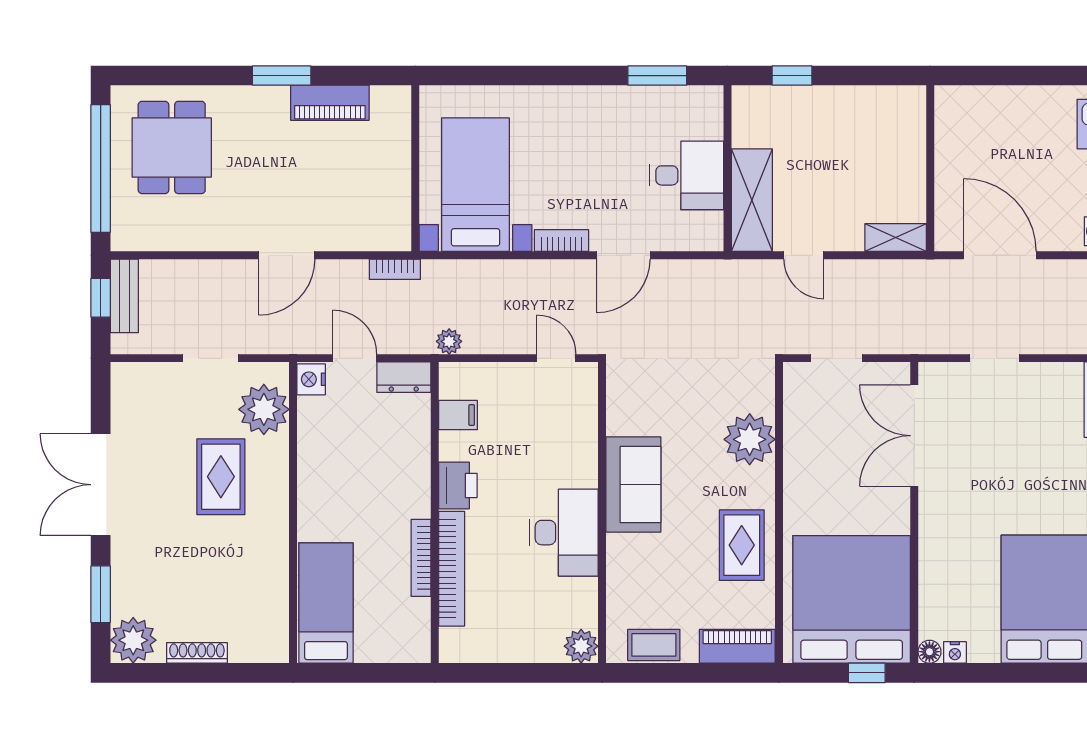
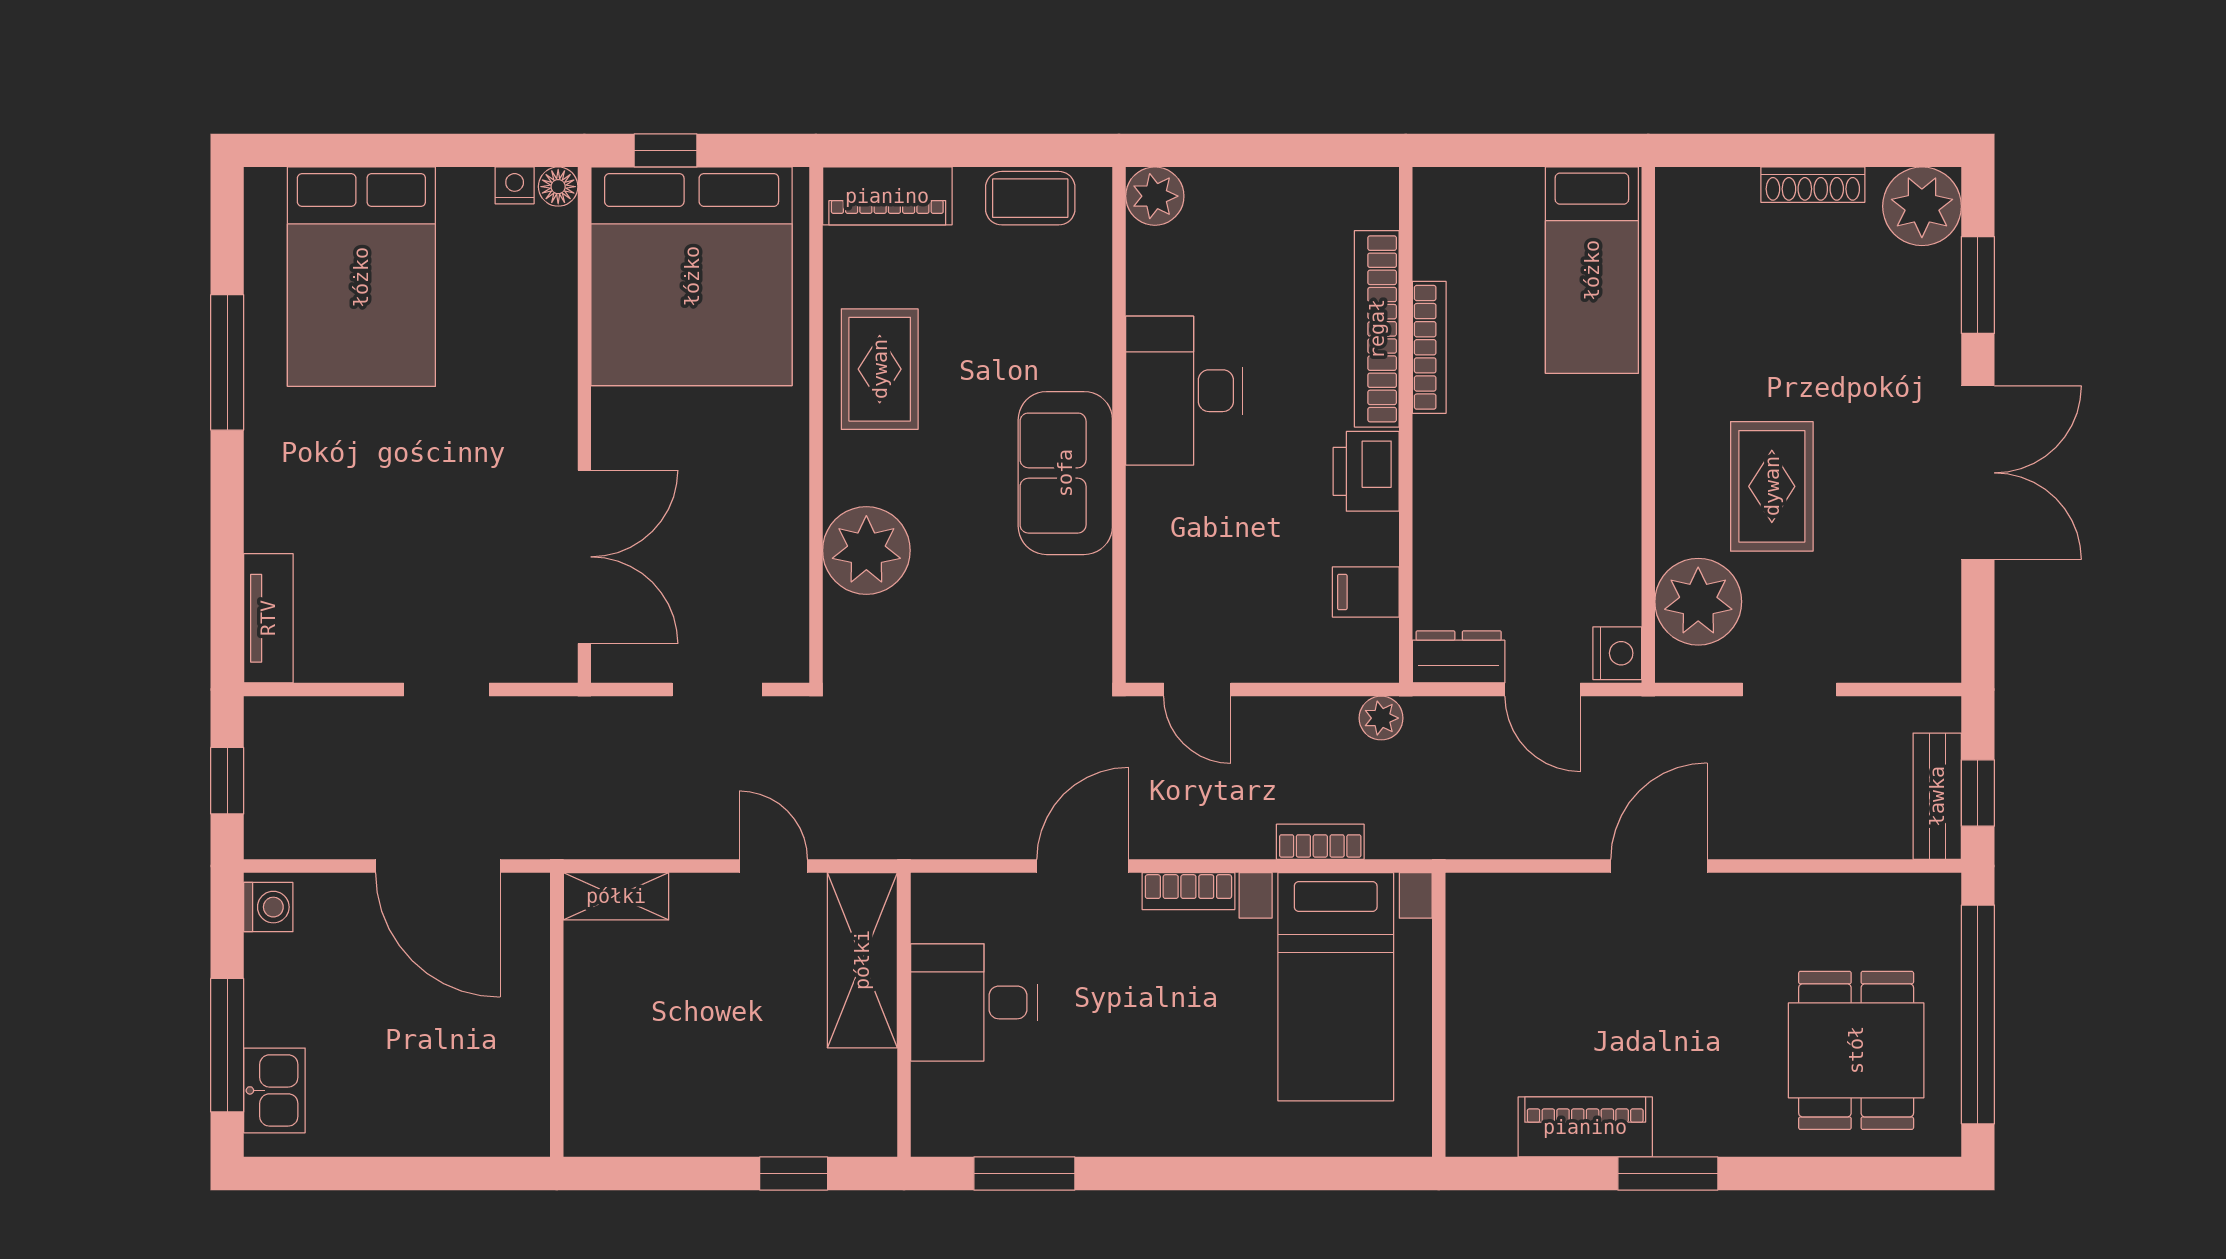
bookcase: (395, 269) -> (1320, 842), moved

